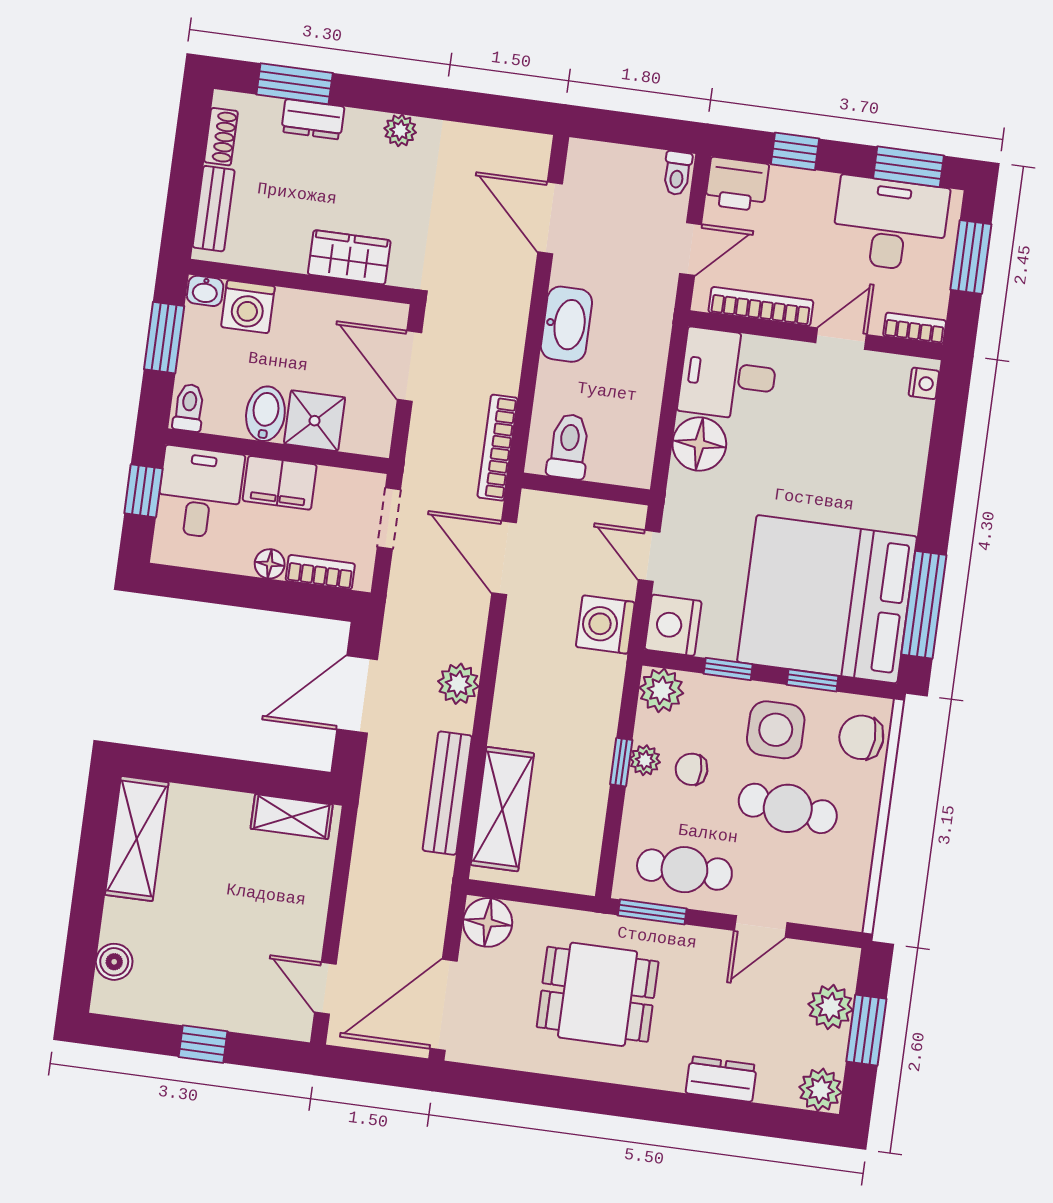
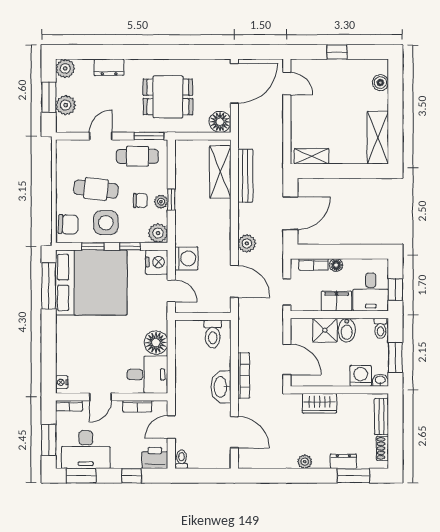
bookcase: (761, 306) -> (137, 406), width x0.64
bookcase: (498, 448) -> (244, 376), moved
plant: (458, 684) -> (247, 243), moved

